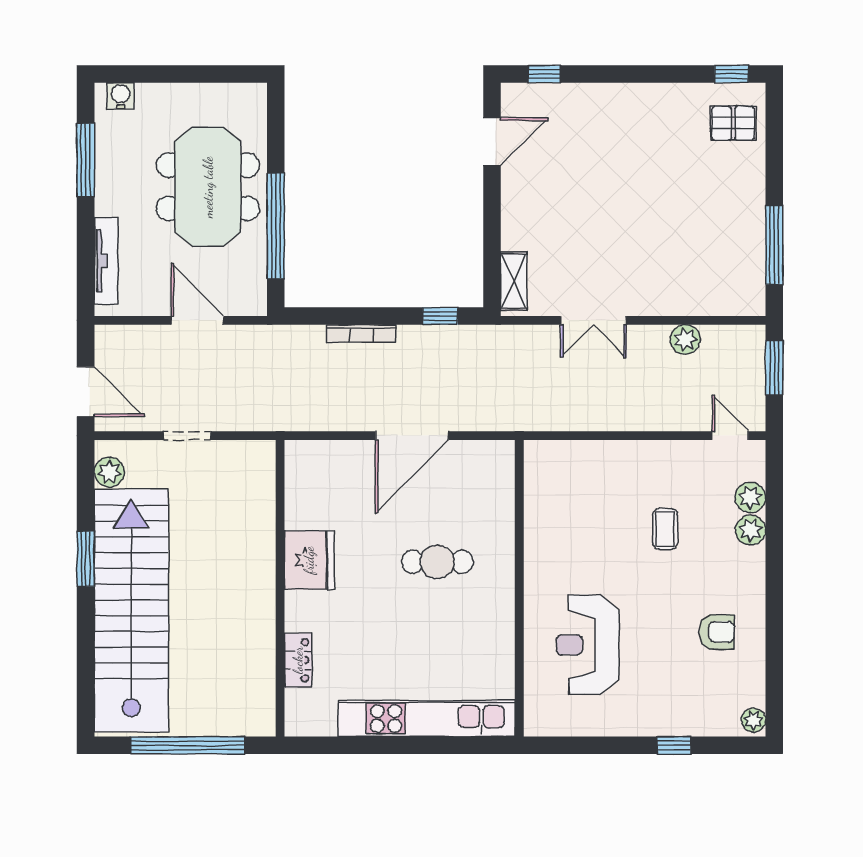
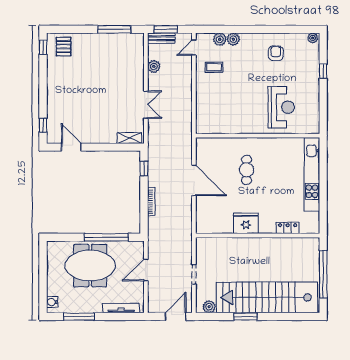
bench: (753, 357) -> (161, 38), added
coffee table: (665, 529) -> (214, 67), moved
reception desk: (588, 645) -> (281, 107), turned -90

